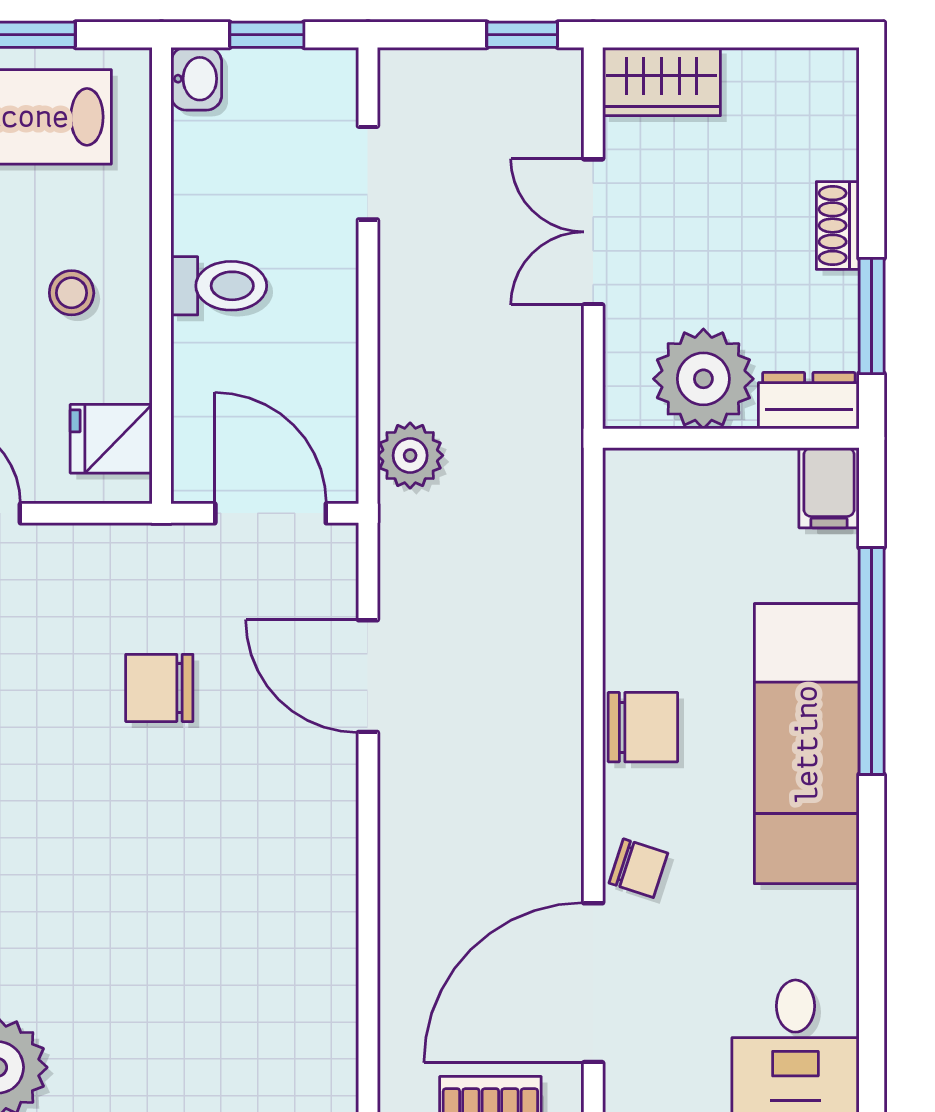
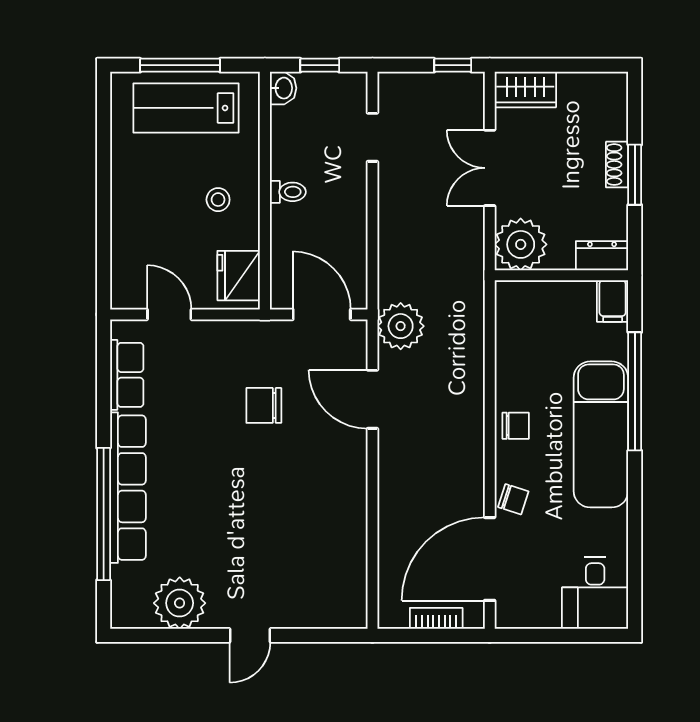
toilet: (219, 286) -> (288, 192), width x0.73, depth x0.72
window: (872, 316) -> (635, 175), moved
plant: (703, 379) -> (521, 244), moved
fridge: (111, 439) -> (239, 276), width x1.38
plant: (410, 455) -> (401, 326), moved, width x1.36, depth x1.36
chair: (643, 727) -> (516, 426), width x0.73, depth x0.73

